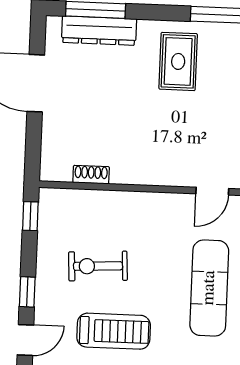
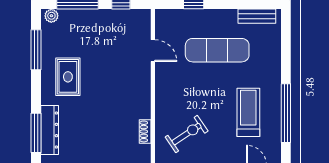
rug: (178, 61) -> (68, 77), turned 90
exercise bike: (98, 266) -> (187, 134), moved, turned -121

